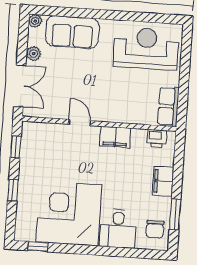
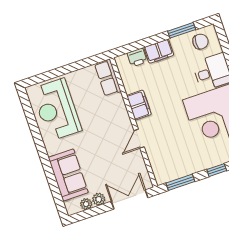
plant: (35, 21) -> (86, 204), moved
row of seats: (168, 106) -> (108, 78), moved, turned 90
printer: (157, 138) -> (137, 57), moved, turned 90
window: (16, 147) -> (180, 182), width x1.50

